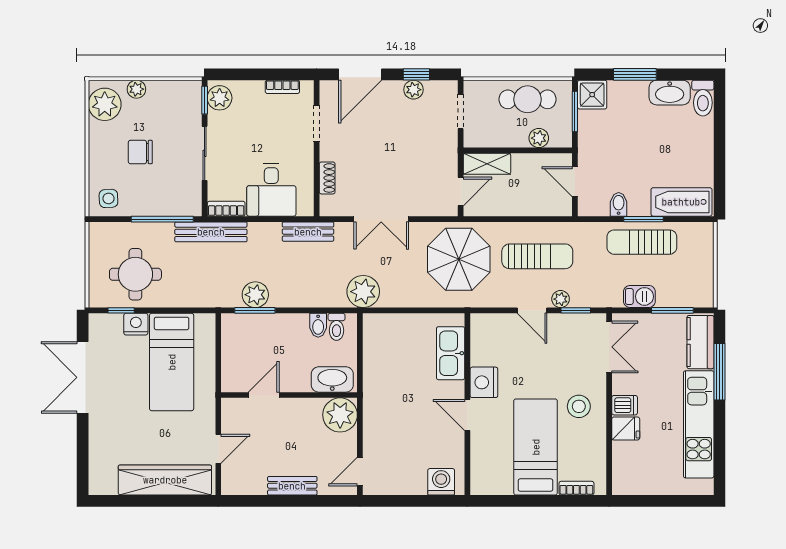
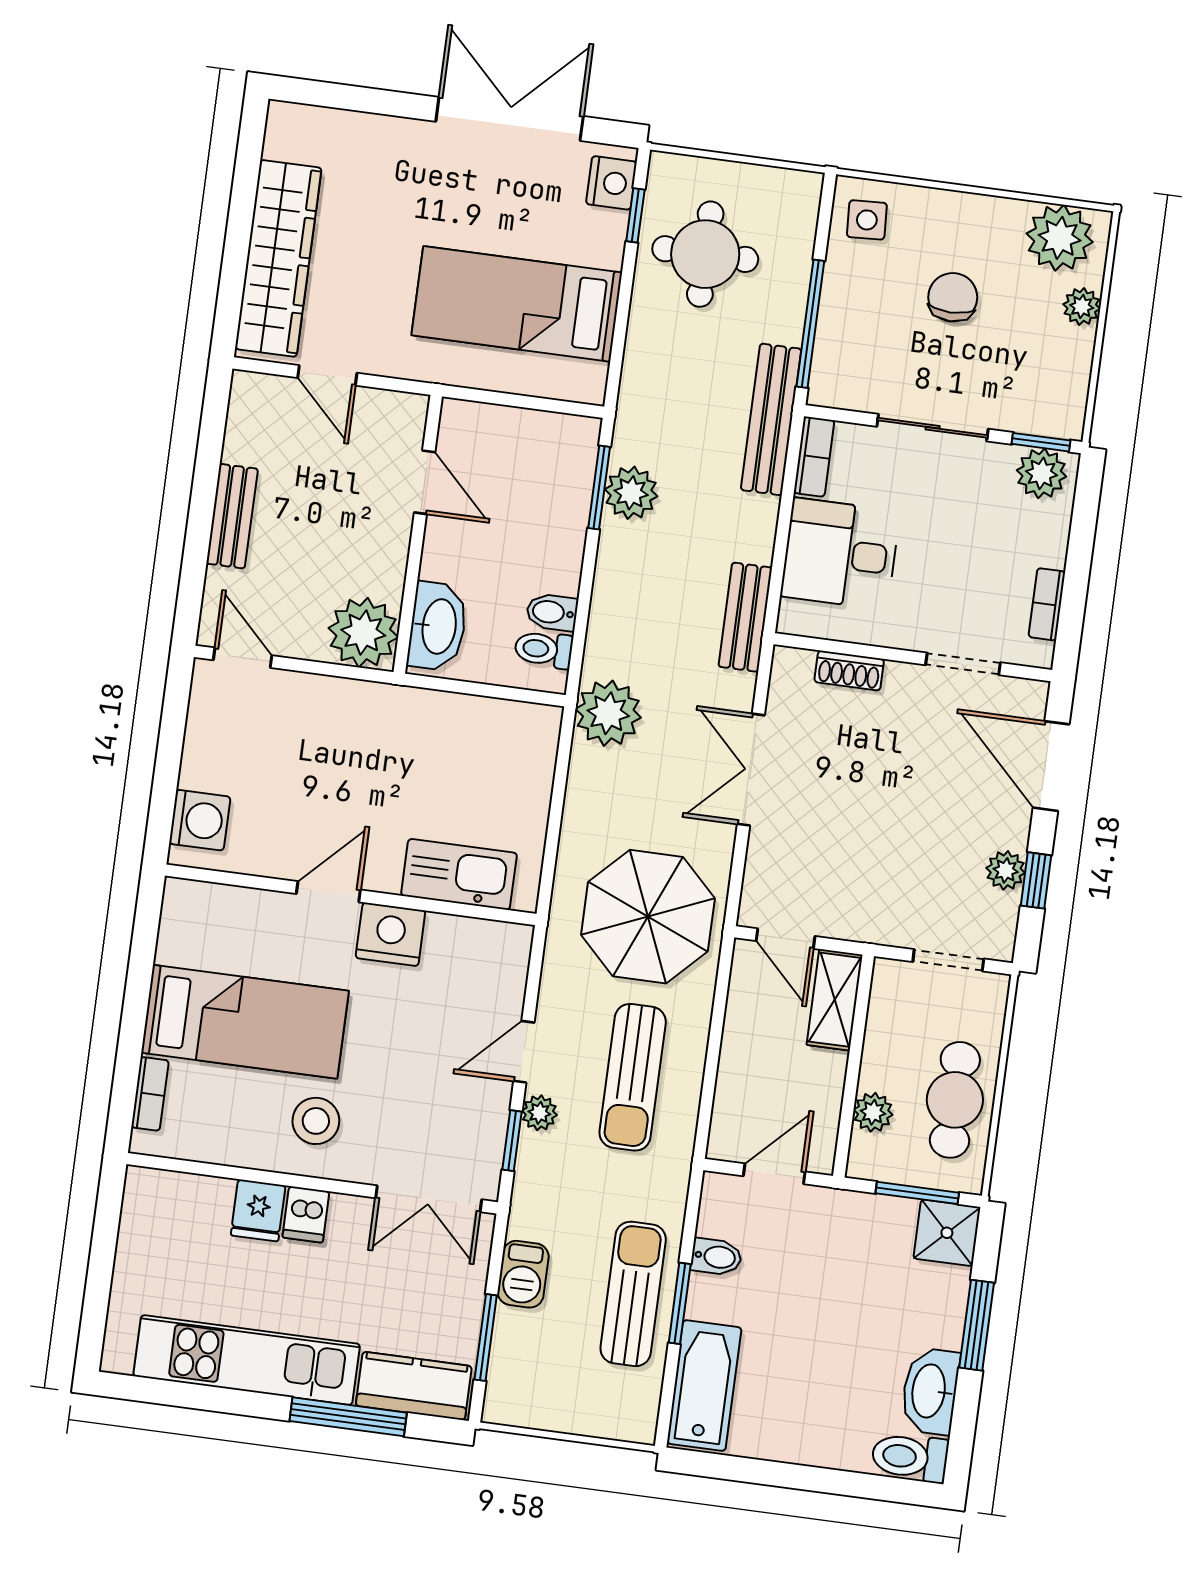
nightstand: (136, 324) -> (611, 183), moved

